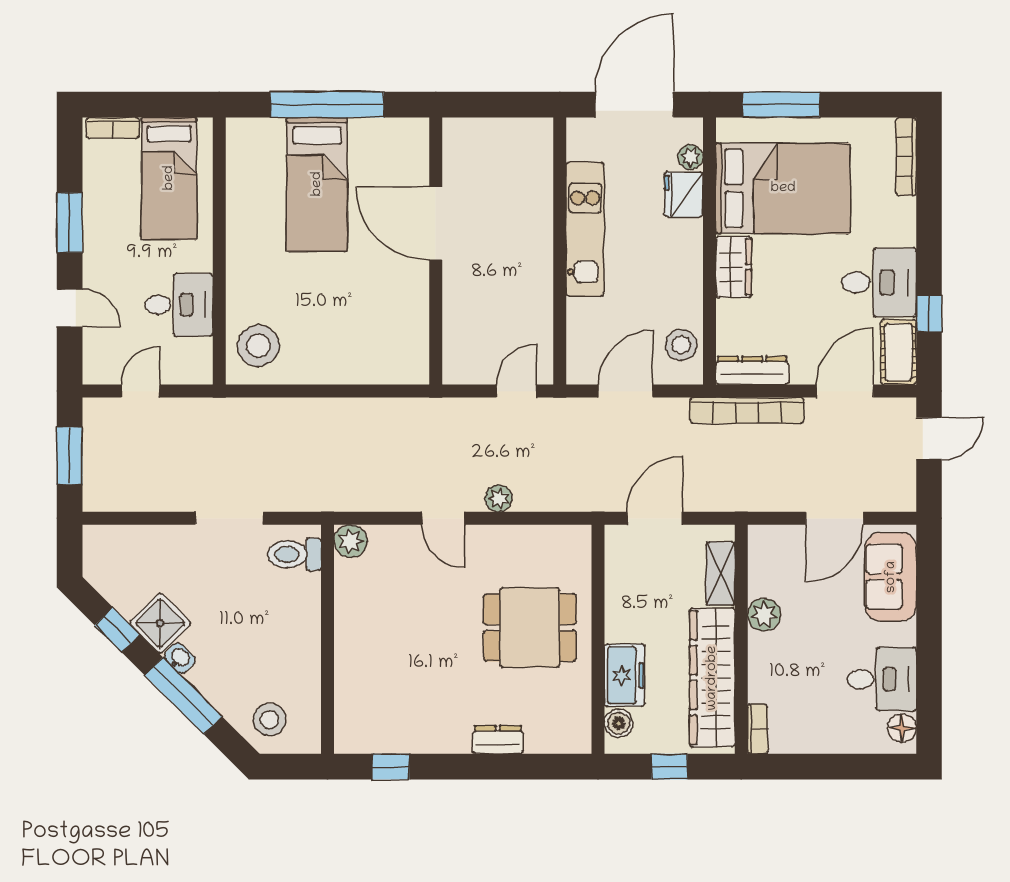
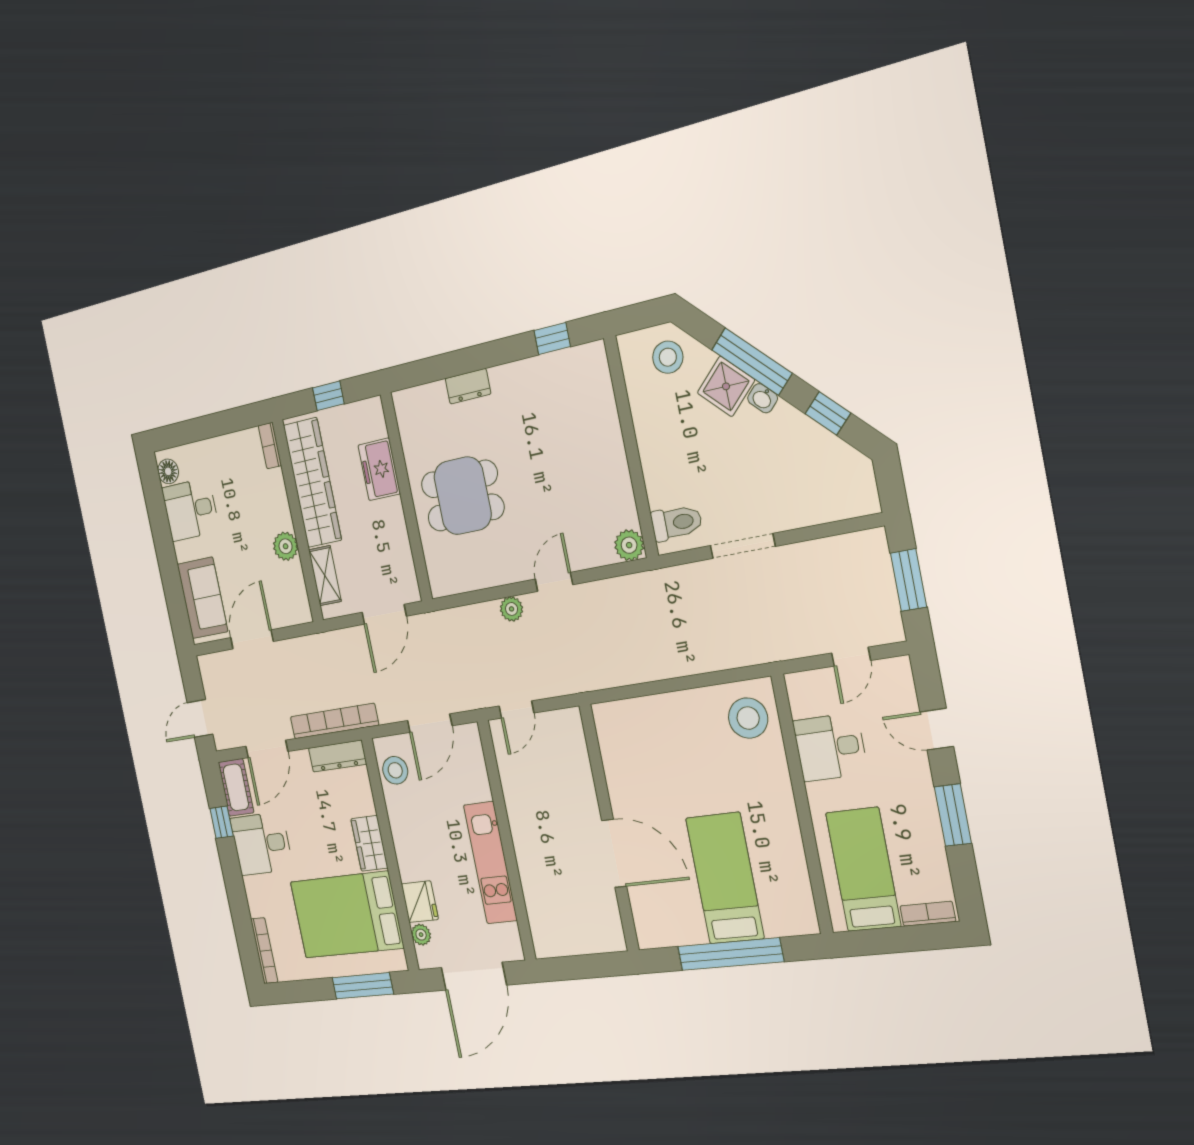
door: (443, 518) -> (554, 582), hinge flipped
shower: (160, 623) -> (726, 386), moved
boiler: (619, 723) -> (375, 425), removed

